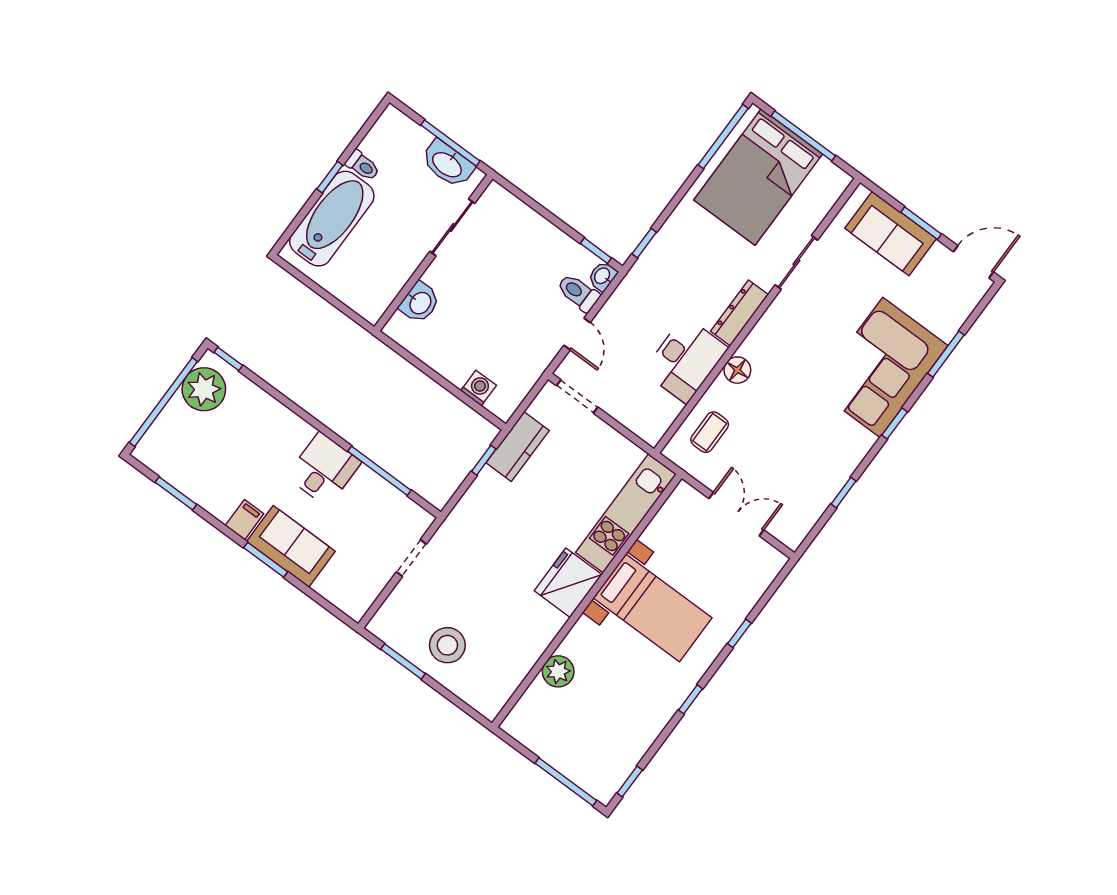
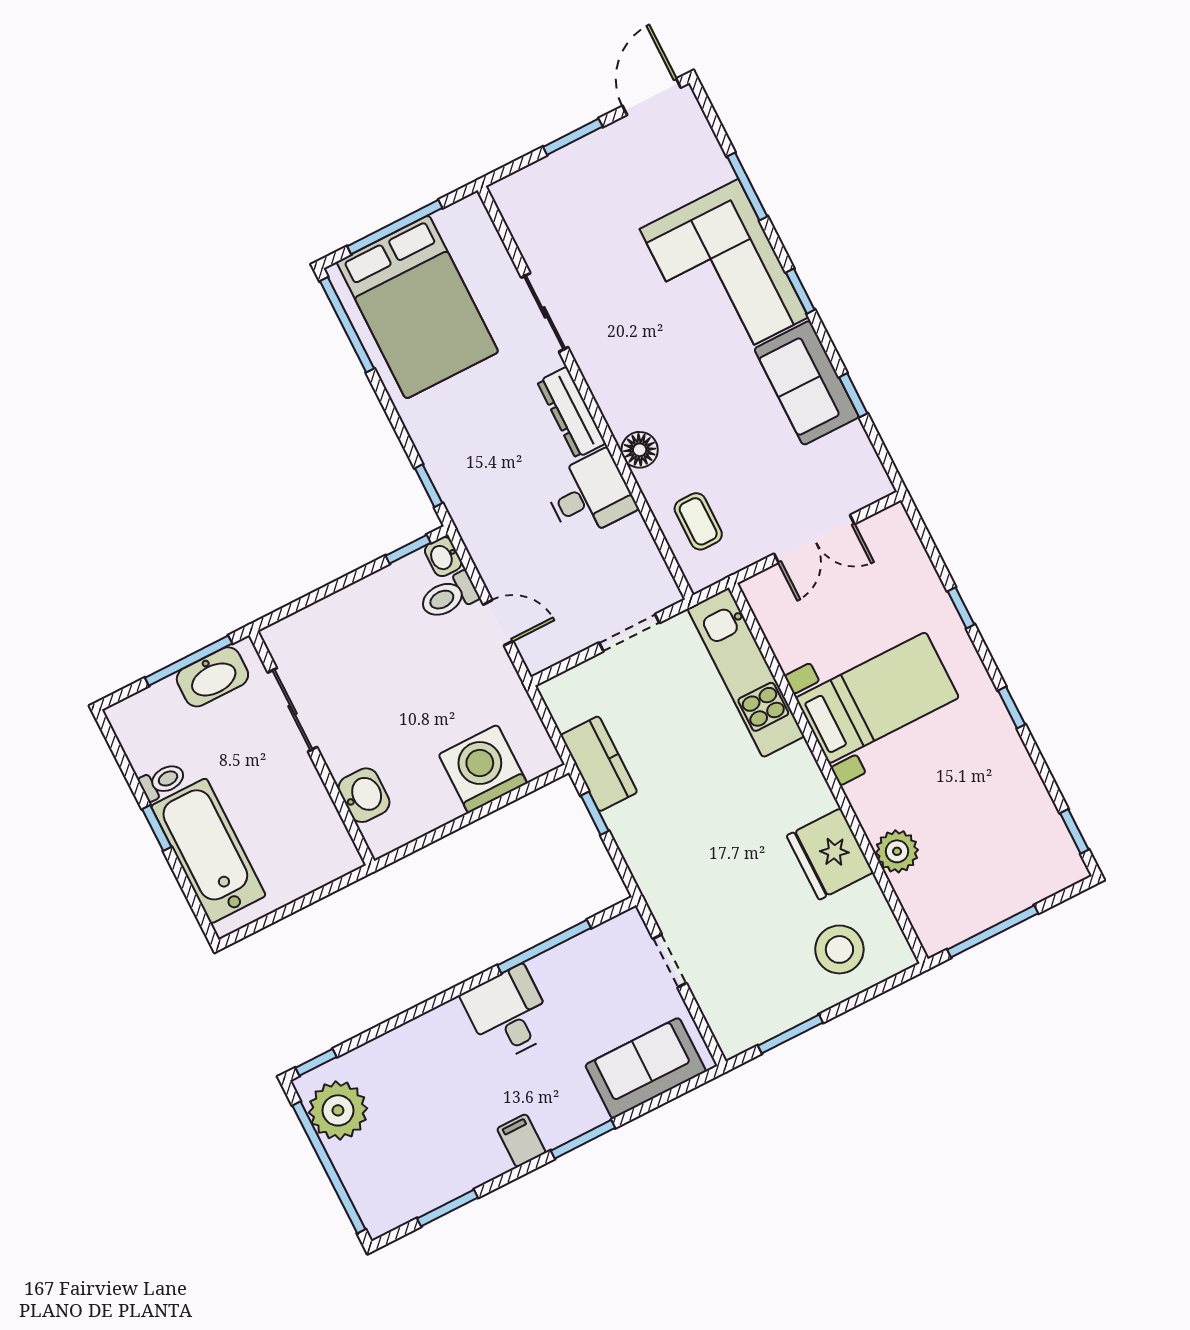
sofa: (891, 233) -> (807, 383), moved, turned 90
desk: (686, 360) -> (590, 495), width x0.73
washing machine: (478, 388) -> (483, 769), width x1.89, depth x1.89
doorway: (577, 396) -> (629, 633), moved
double door: (736, 514) -> (814, 539), swing flipped
sofa: (291, 546) -> (646, 1068), moved
fridge: (568, 583) -> (830, 854), moved
stool: (447, 645) -> (839, 949), moved
window: (566, 782) -> (993, 931), moved

